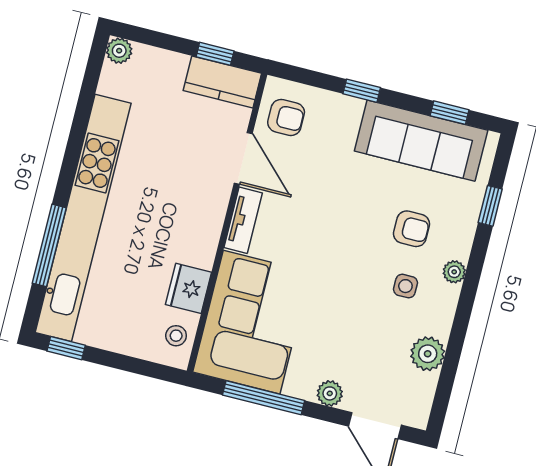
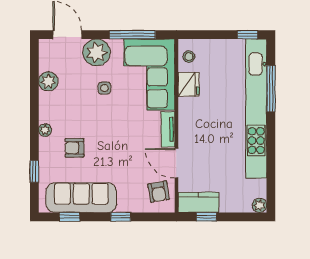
armchair: (286, 117) -> (159, 192), turned -100
side table: (405, 286) -> (104, 88), moved
plant: (330, 393) -> (97, 52), width x1.88, depth x1.88

